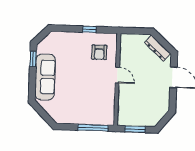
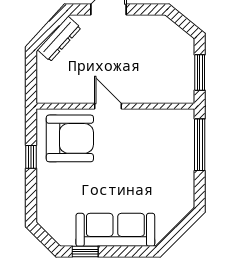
armchair: (99, 52) -> (70, 138), width x1.88, depth x1.88
door: (117, 75) -> (108, 106), hinge flipped

